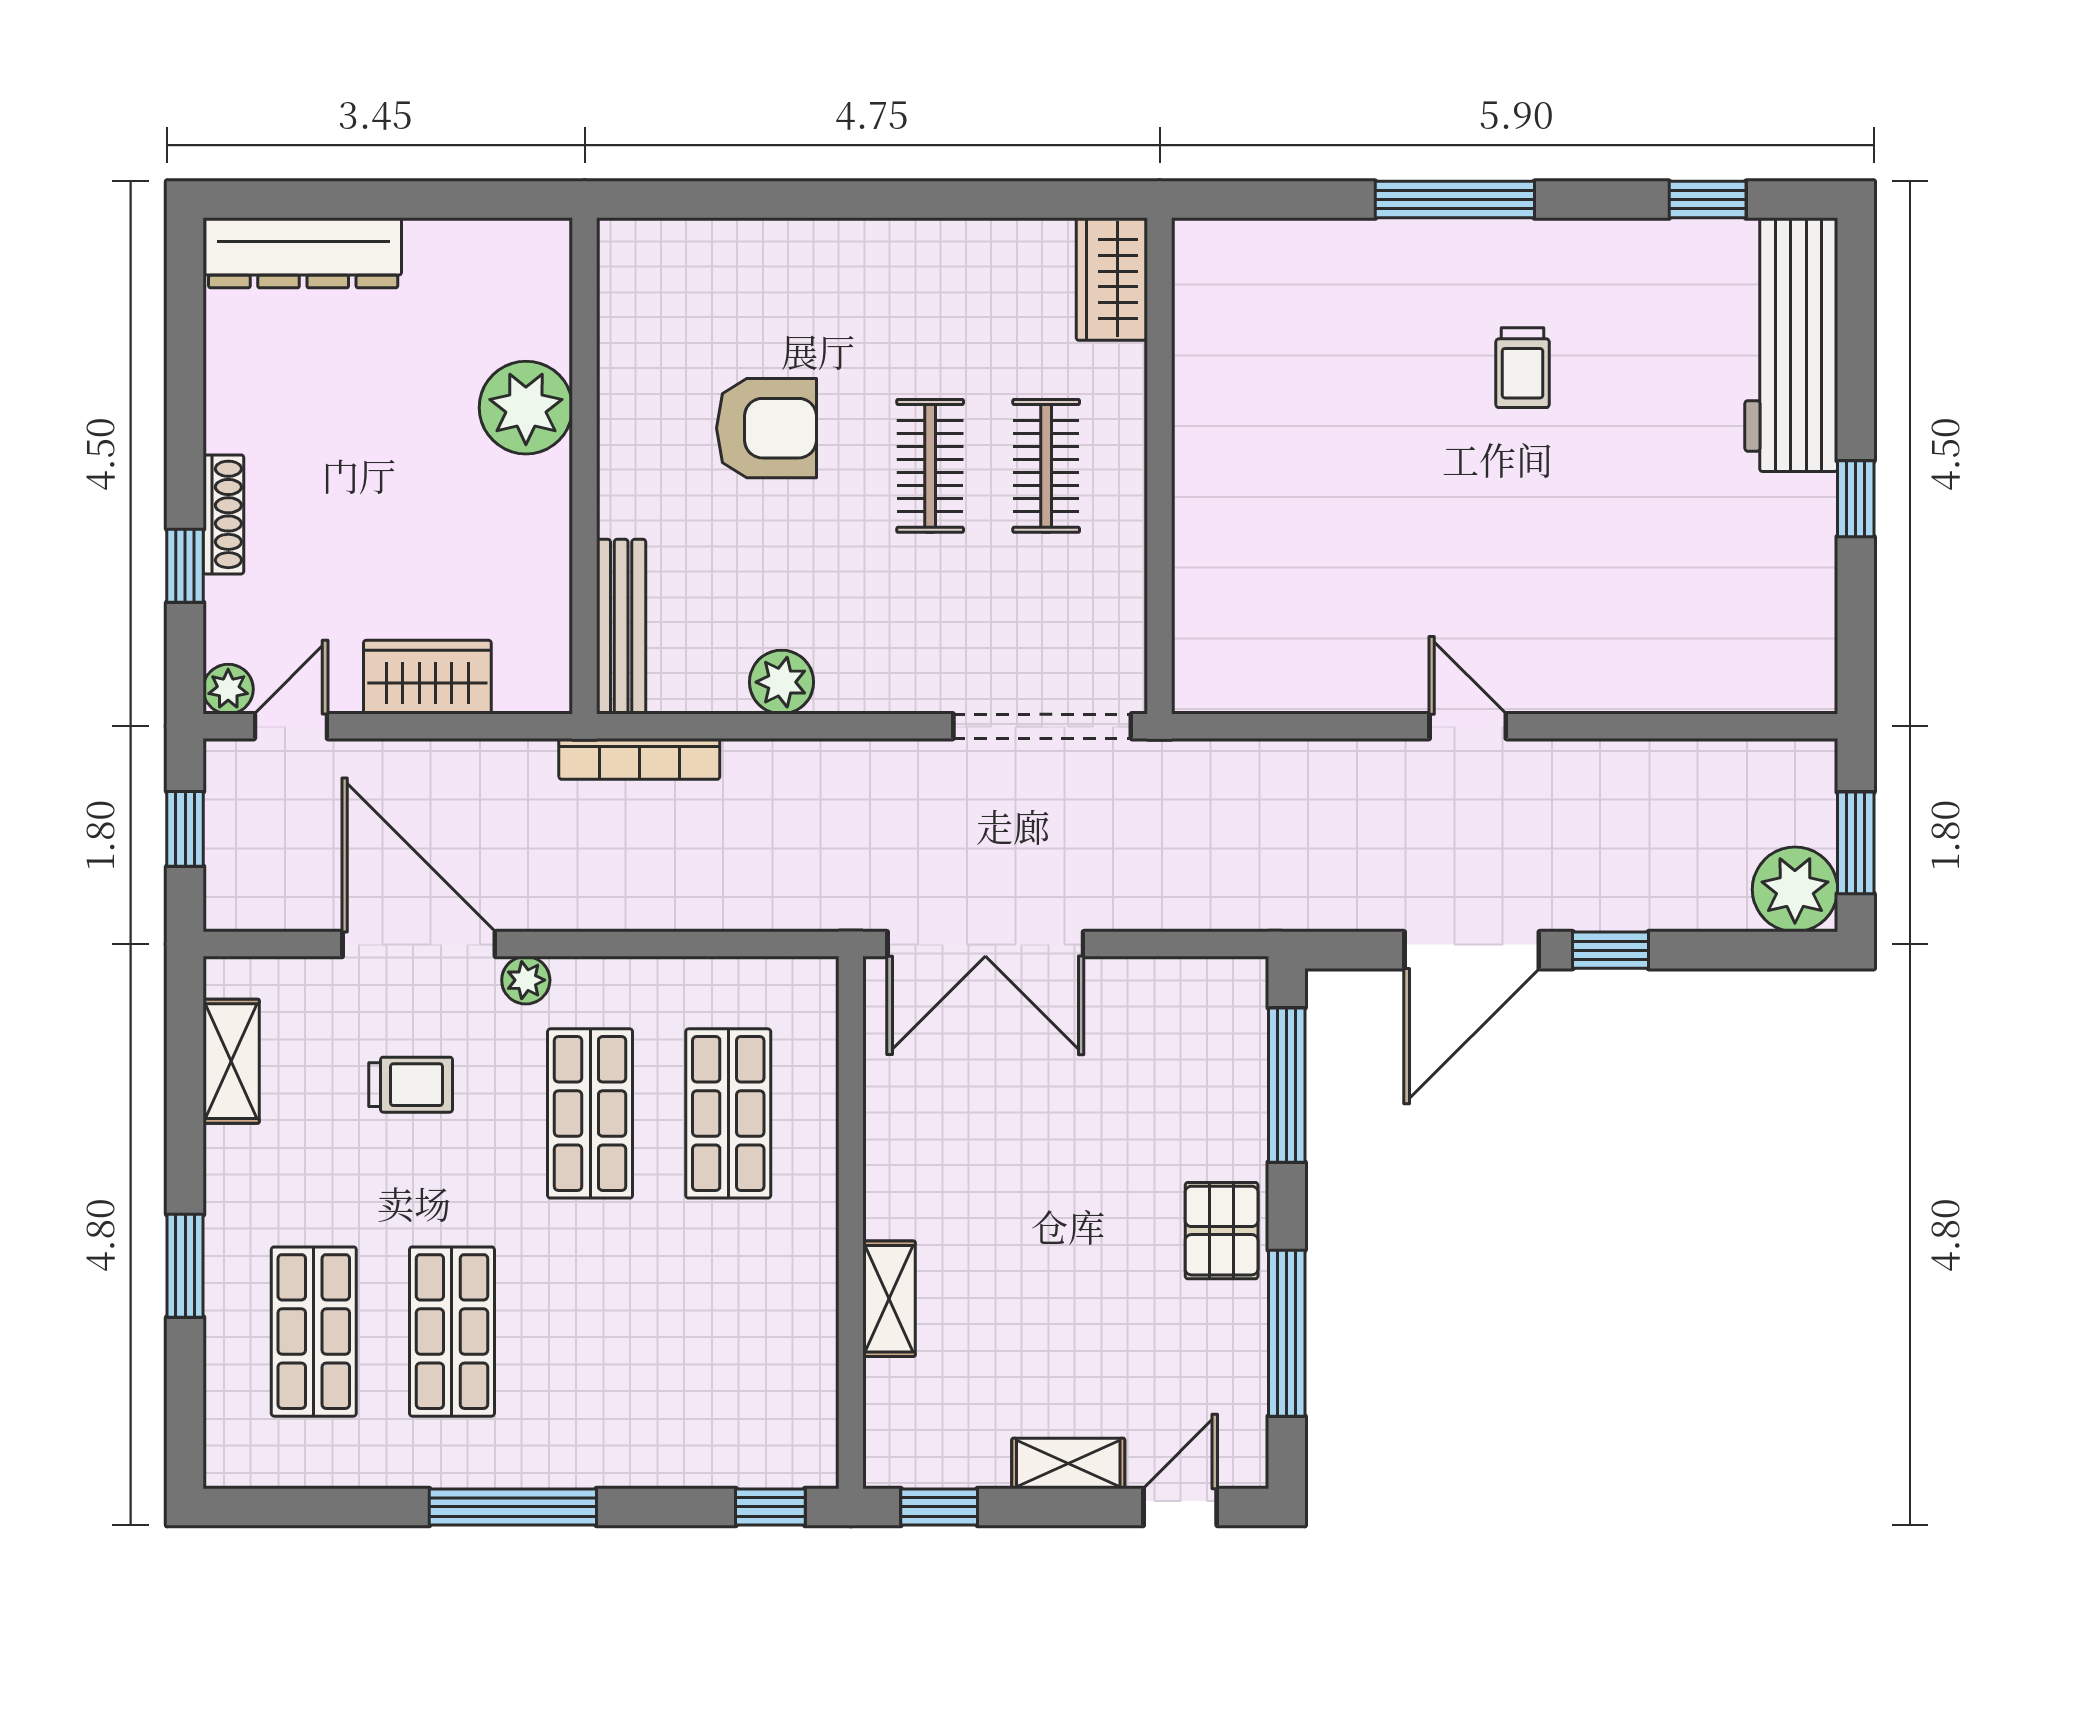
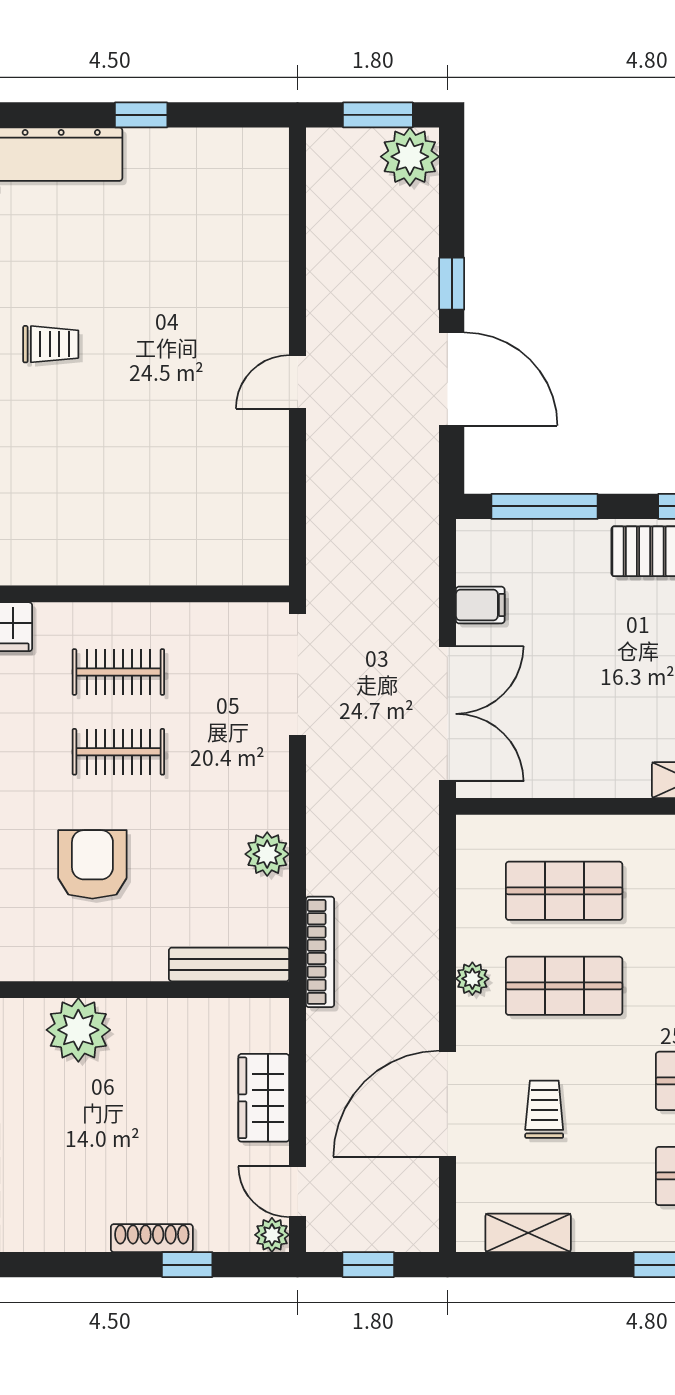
plant: (526, 980) -> (472, 979), moved
filing cabinet: (1143, 992) -> (480, 605), added

